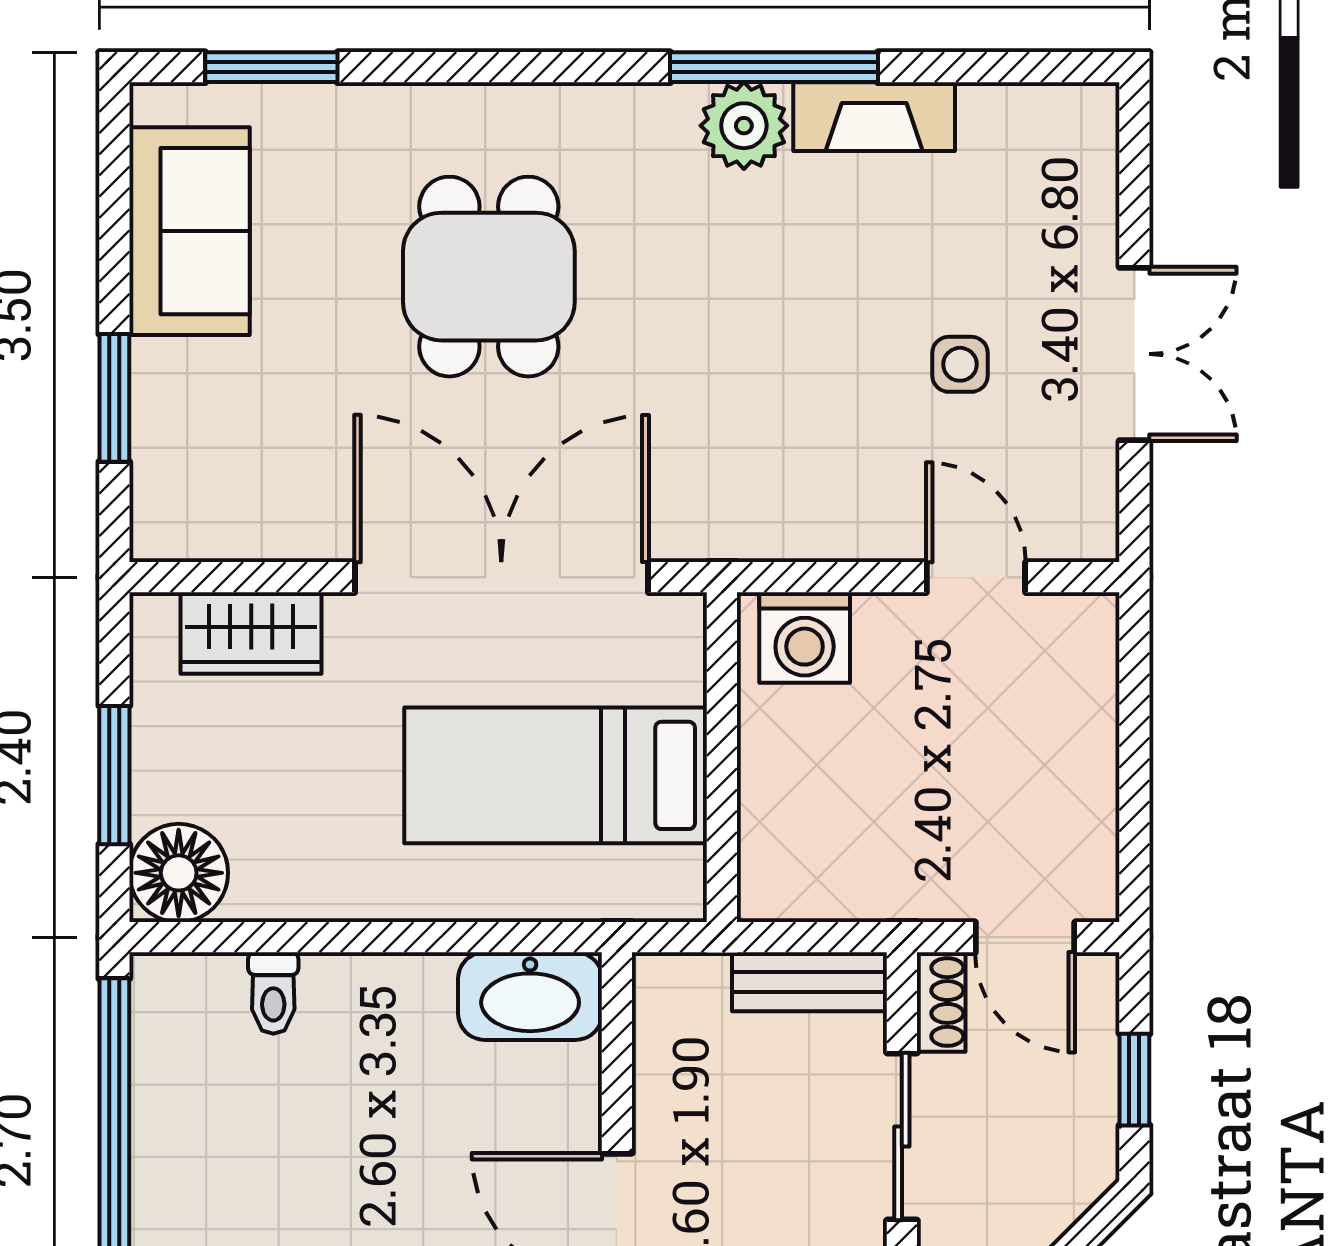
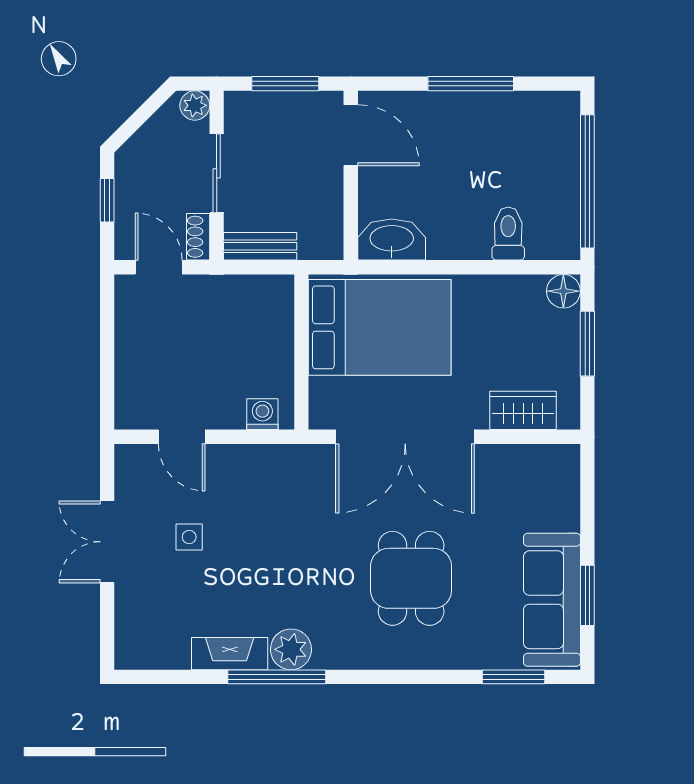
sofa: (190, 231) -> (552, 600), width x1.36
window: (114, 398) -> (587, 595), moved
washing machine: (805, 638) -> (262, 414), width x0.73, depth x0.73
bed: (556, 775) -> (380, 327), width x1.50
floor lamp: (179, 873) -> (563, 291), width x0.73, depth x0.73
toilet: (273, 993) -> (508, 234), width x1.37, depth x1.39

